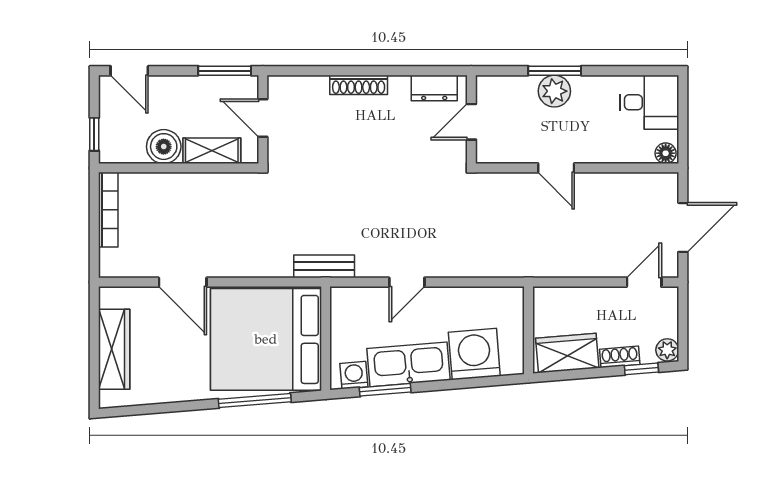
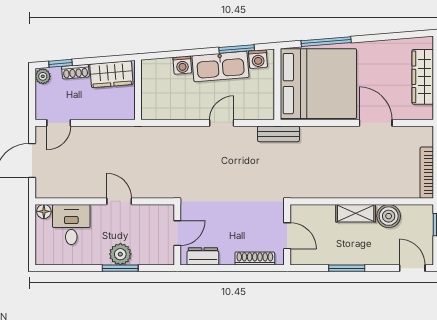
desk: (649, 102) -> (71, 225), moved, turned 90
door: (263, 118) -> (287, 236), moved
wall: (263, 119) -> (287, 235), moved
washing machine: (474, 354) -> (182, 65), width x0.53, depth x0.53

